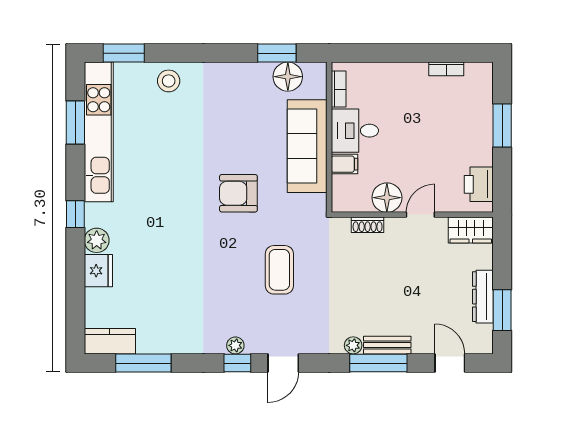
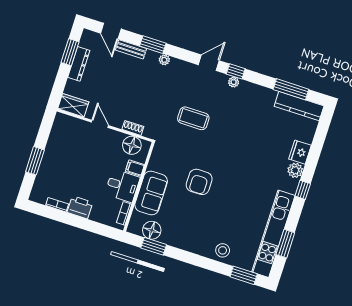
sofa: (307, 146) -> (151, 193), width x0.73
printer: (479, 184) -> (80, 207), moved, turned -90
armchair: (238, 193) -> (199, 182), moved, turned 90
floor lamp: (387, 198) -> (132, 145), moved
door: (420, 215) -> (100, 124), swing flipped
coffee table: (279, 270) -> (193, 118), turned 90
kitchen counter: (110, 341) -> (299, 106), width x1.50
bench: (387, 345) -> (131, 49), moved
window: (378, 363) -> (153, 45), width x0.69

